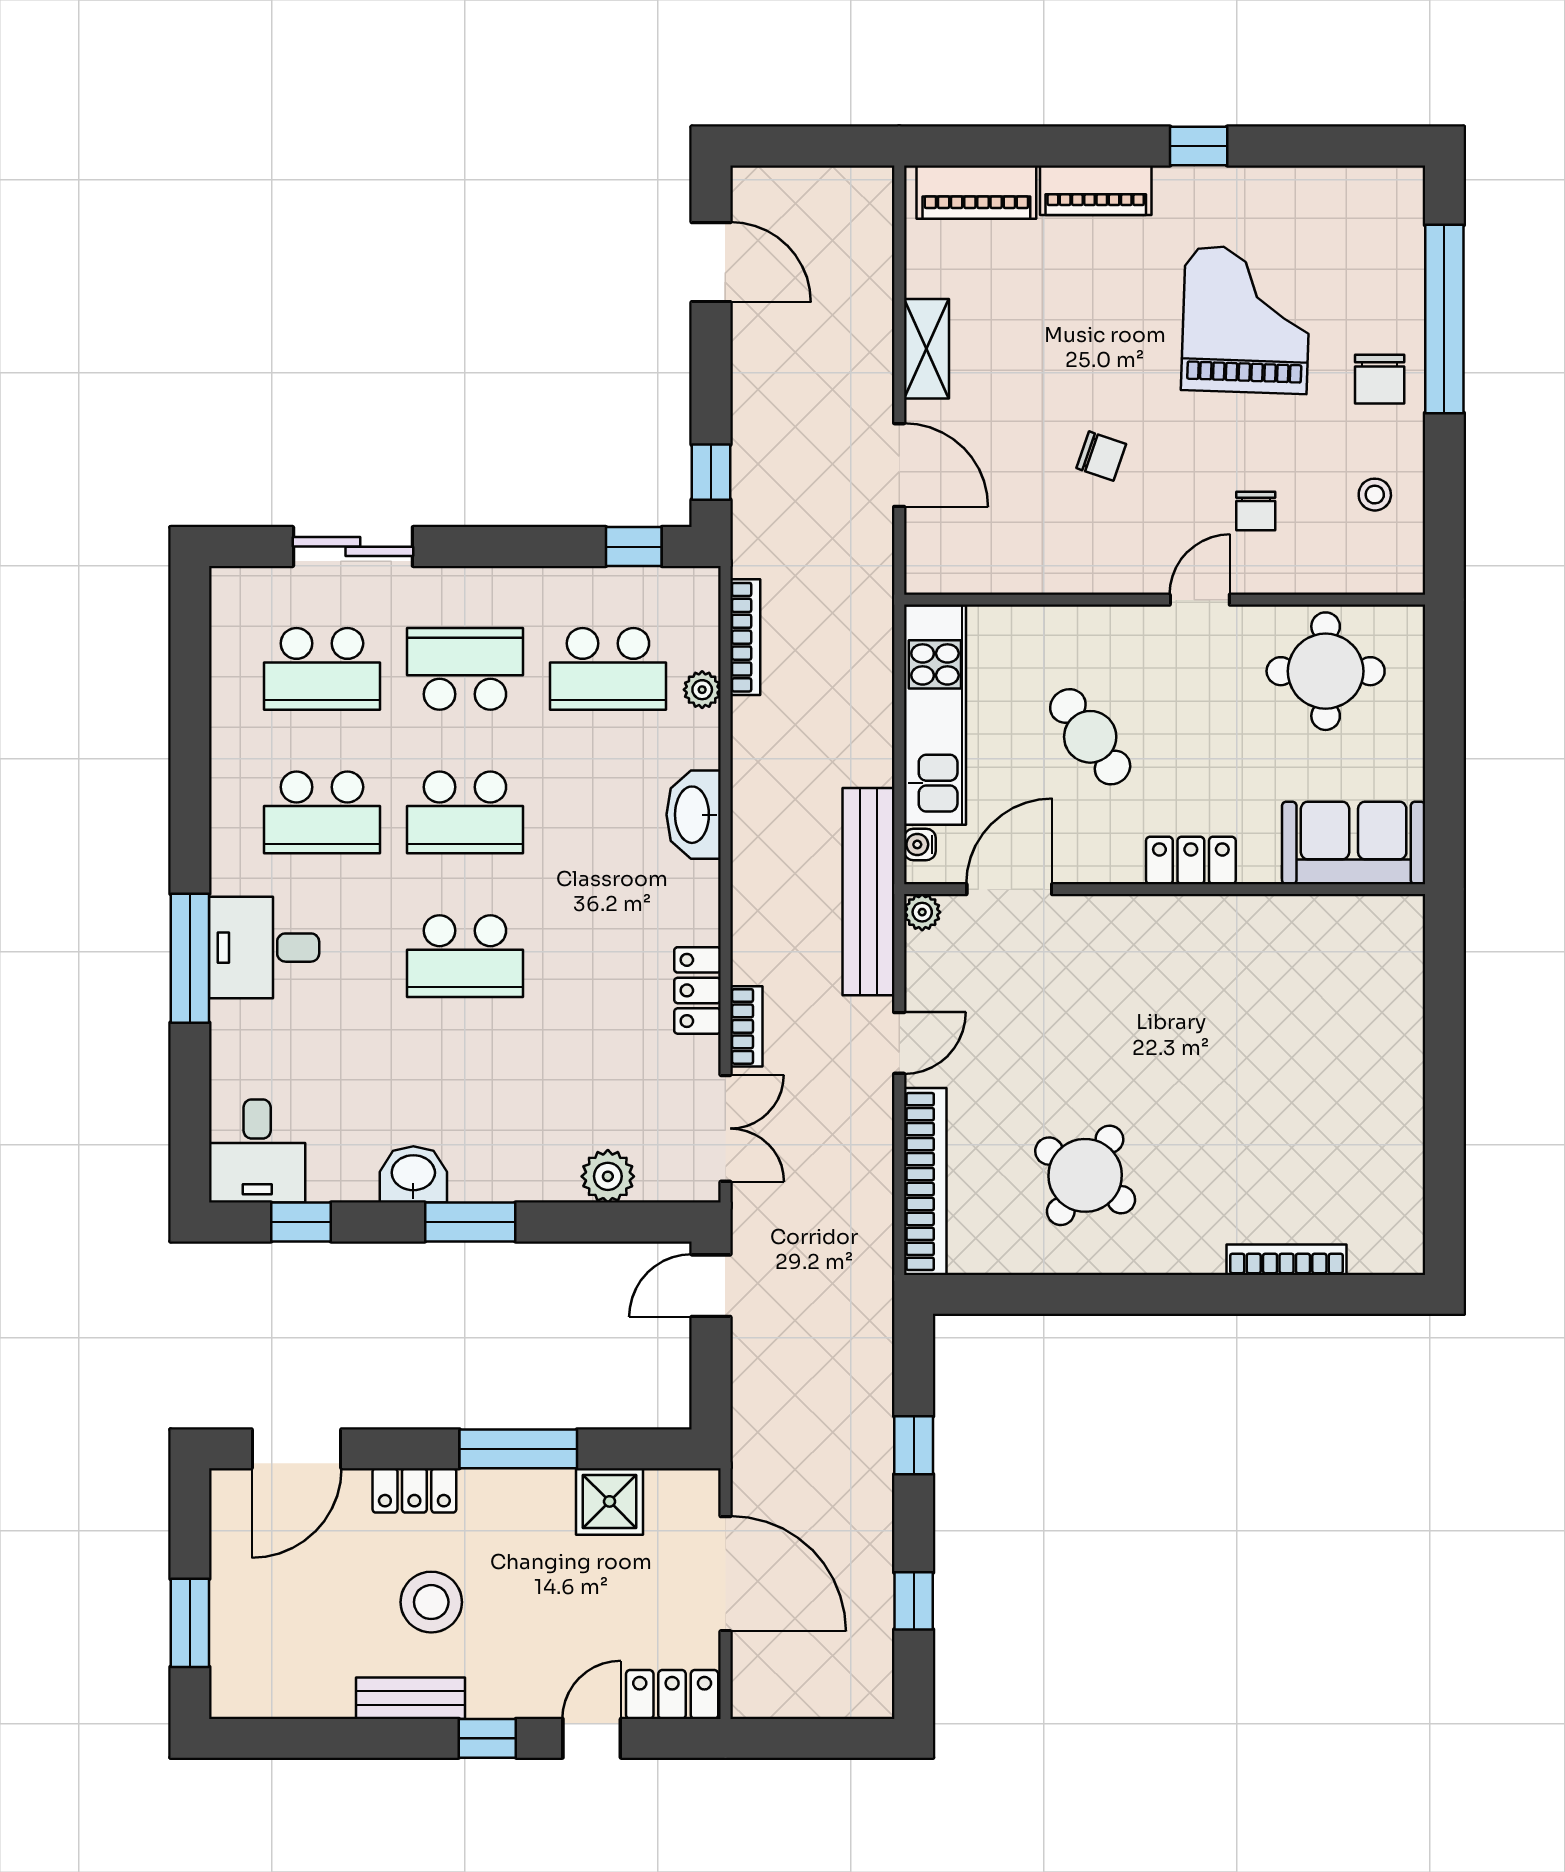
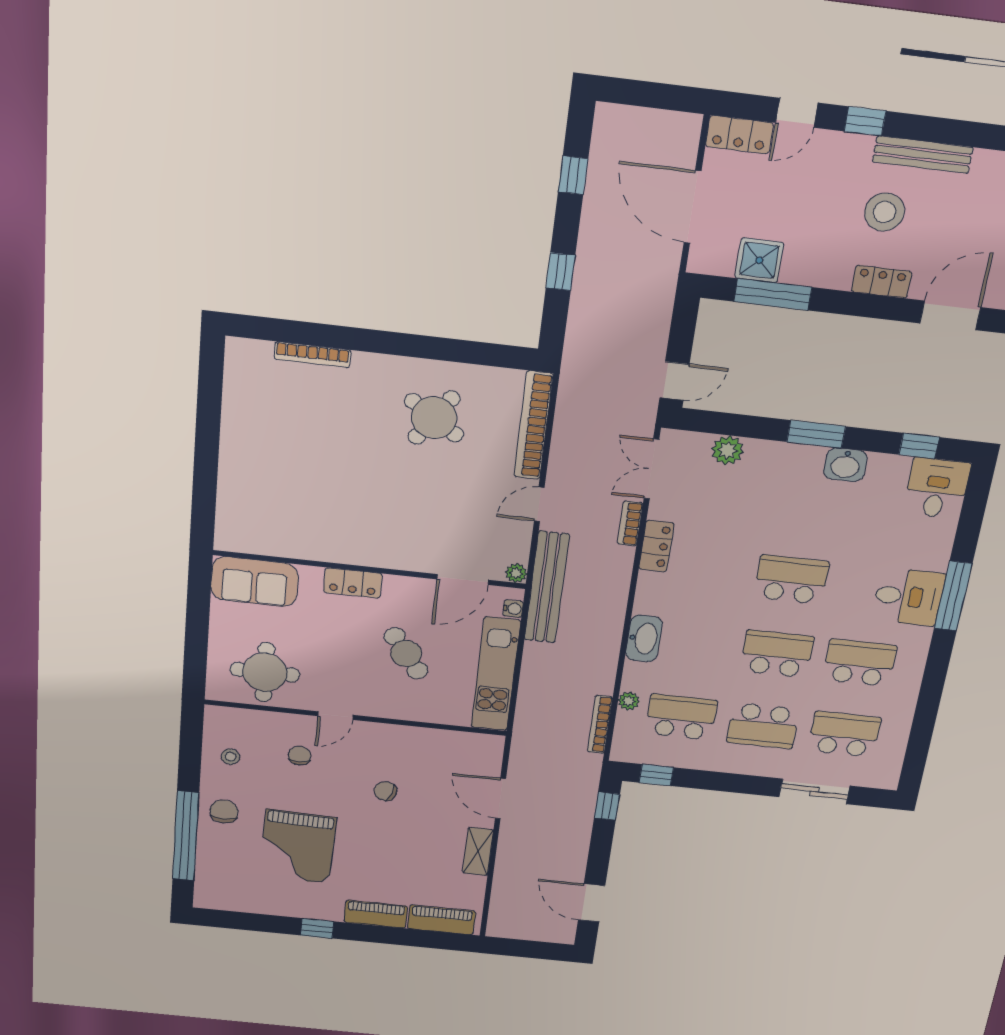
window: (518, 1449) -> (773, 294), moved
bench: (411, 1698) -> (923, 155), width x1.36

